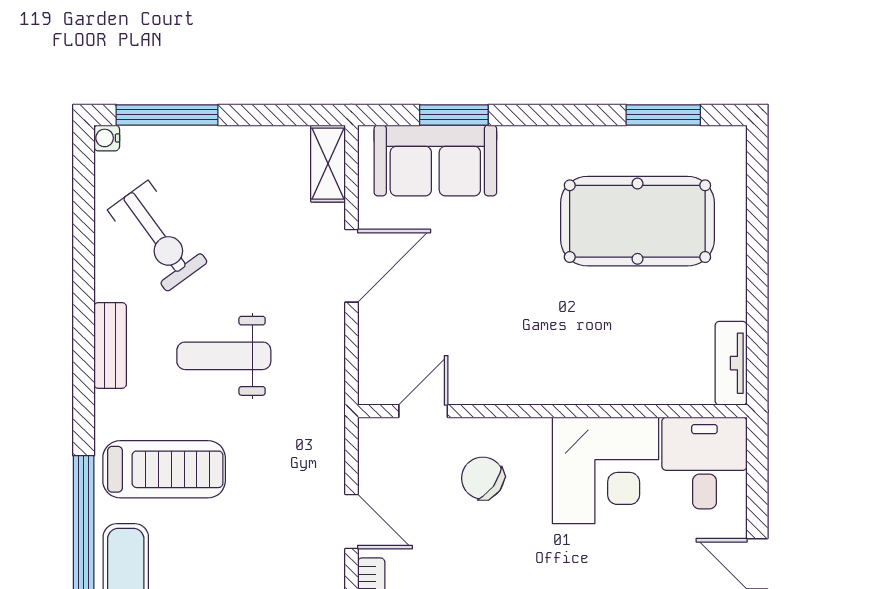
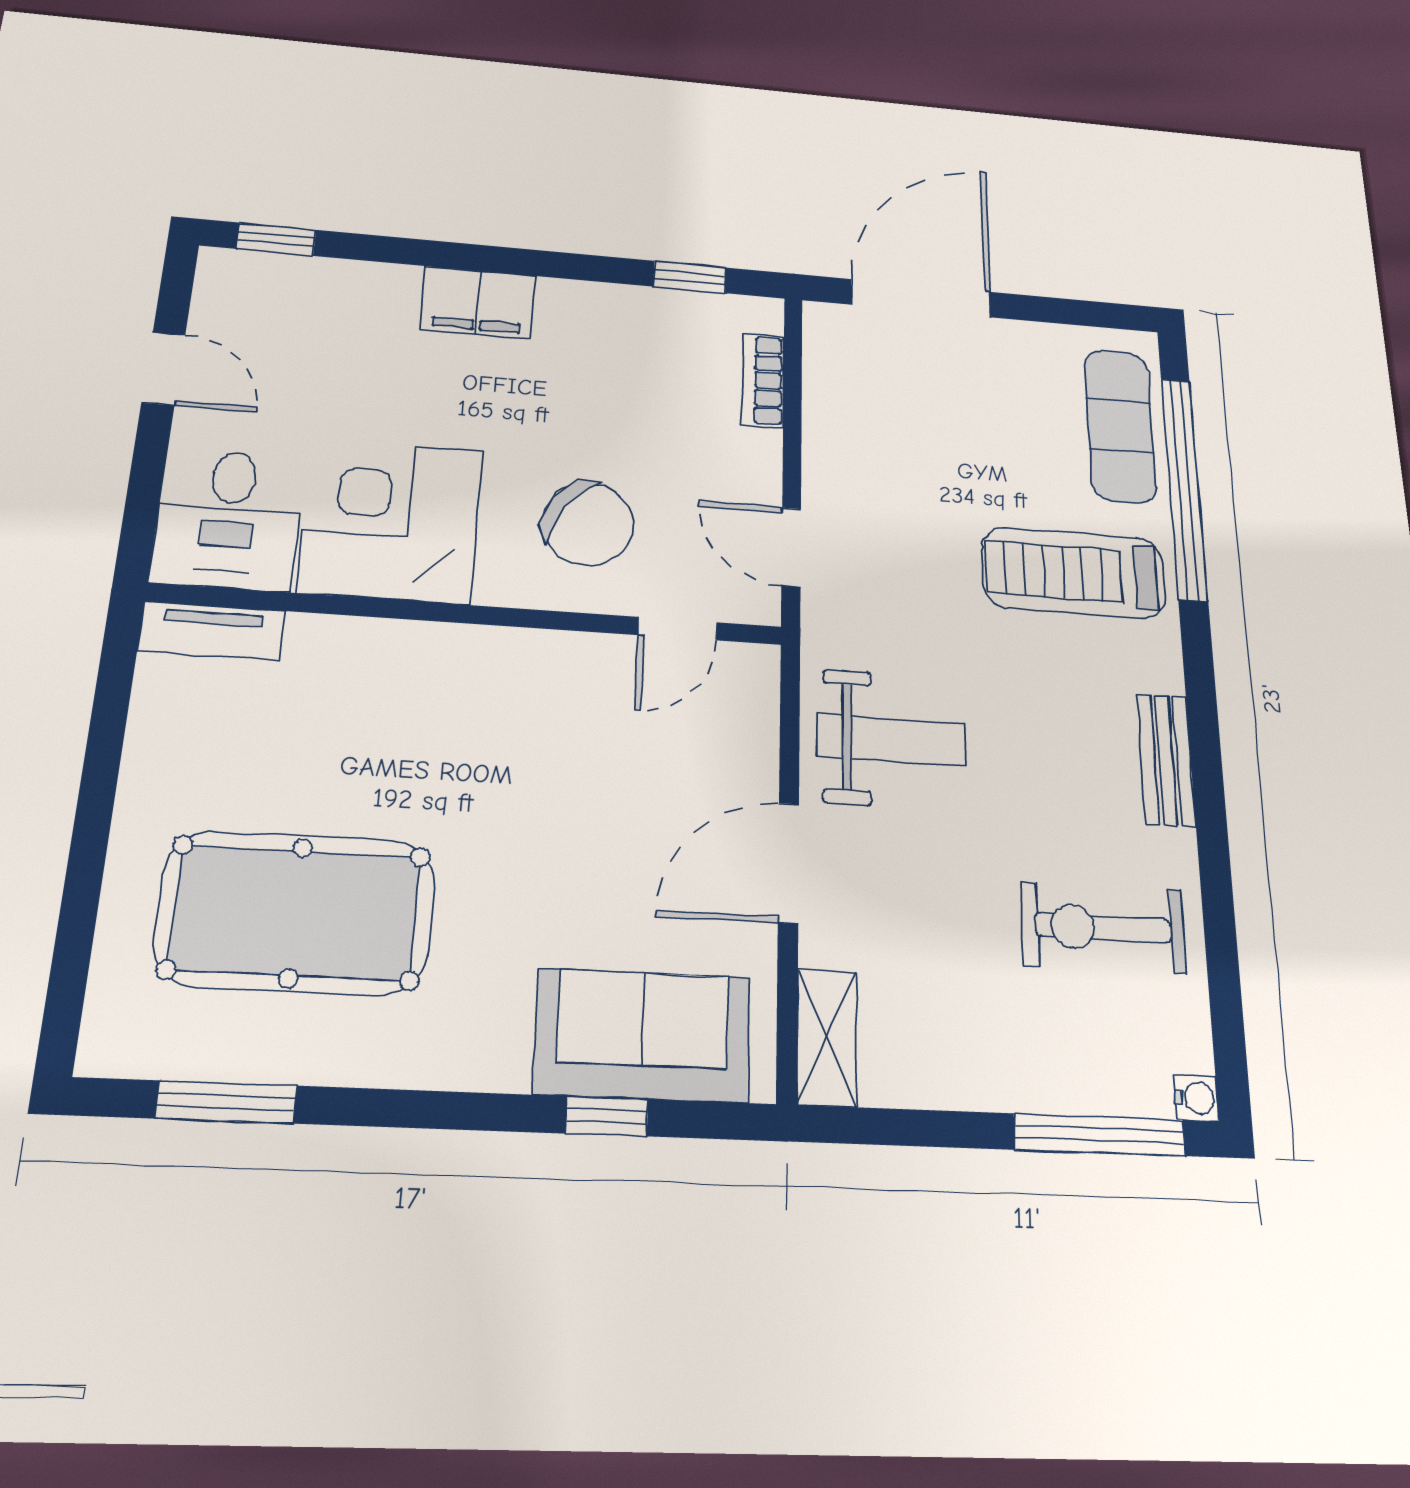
window: (454, 115) -> (607, 1116), width x0.67
exercise bike: (158, 236) -> (1103, 928), turned -54
weight bench: (224, 356) -> (892, 740), moved
tv unit: (731, 363) -> (212, 631), moved, turned 90
chair: (483, 478) -> (588, 524), width x1.37, depth x1.37
door: (351, 522) -> (791, 547), moved

